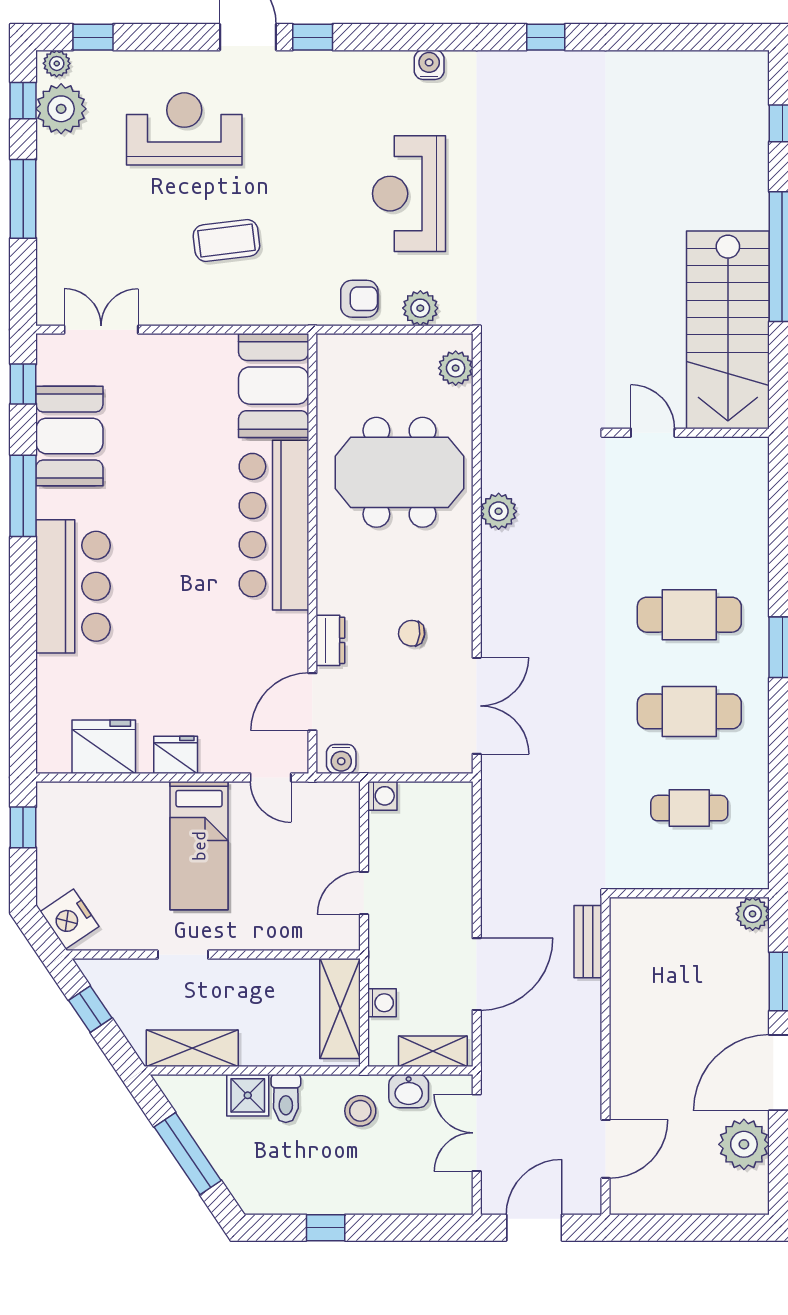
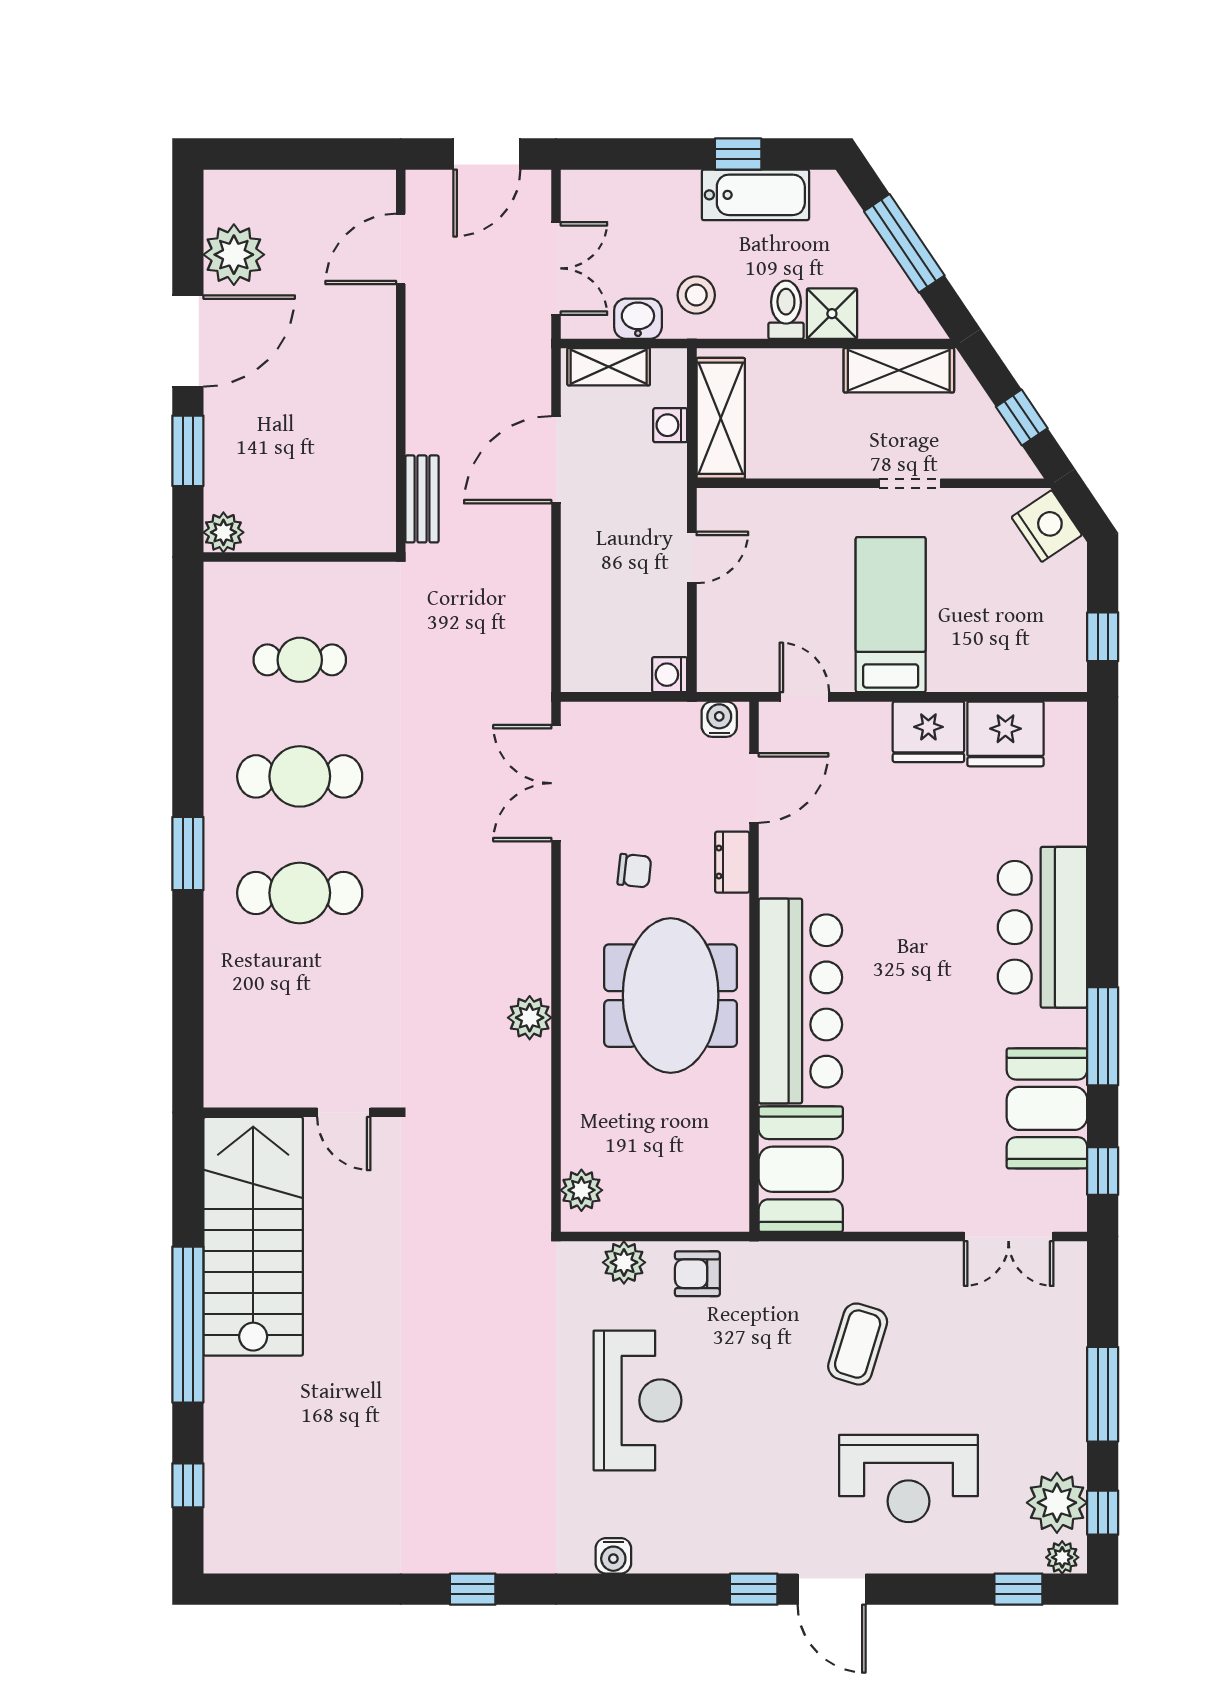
coffee table: (226, 240) -> (858, 1344), turned -66
meeting table: (399, 472) -> (671, 996), moved, turned 90
fridge: (176, 755) -> (928, 732), width x1.36, depth x1.34
bathtub: (311, 1194) -> (755, 195), added

